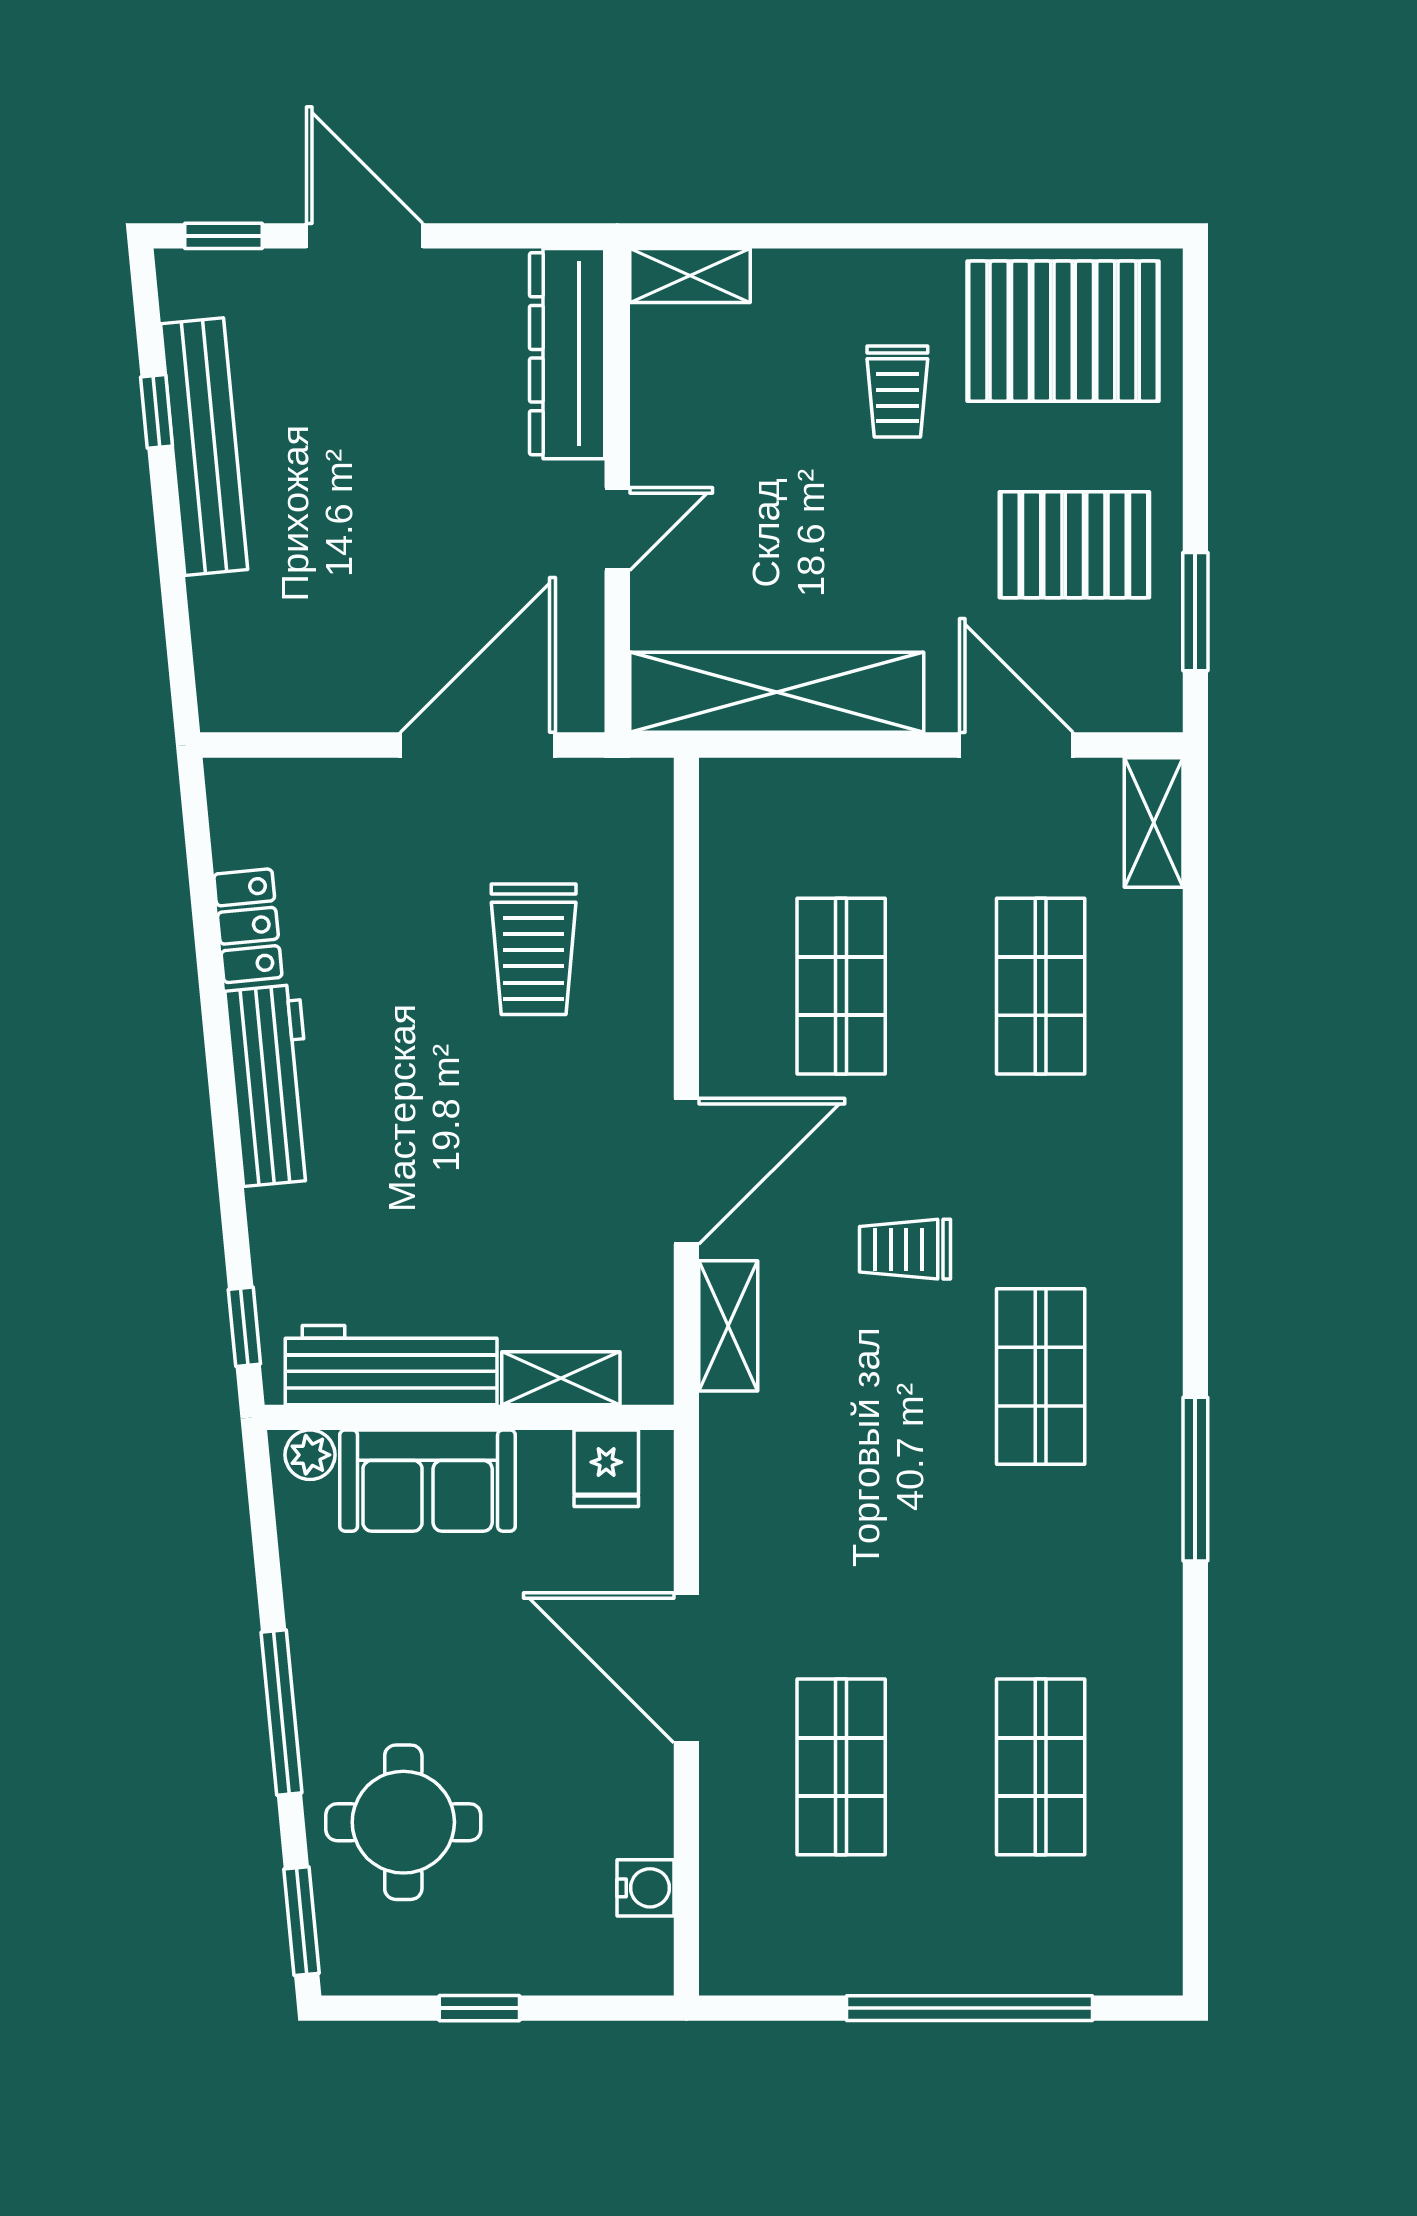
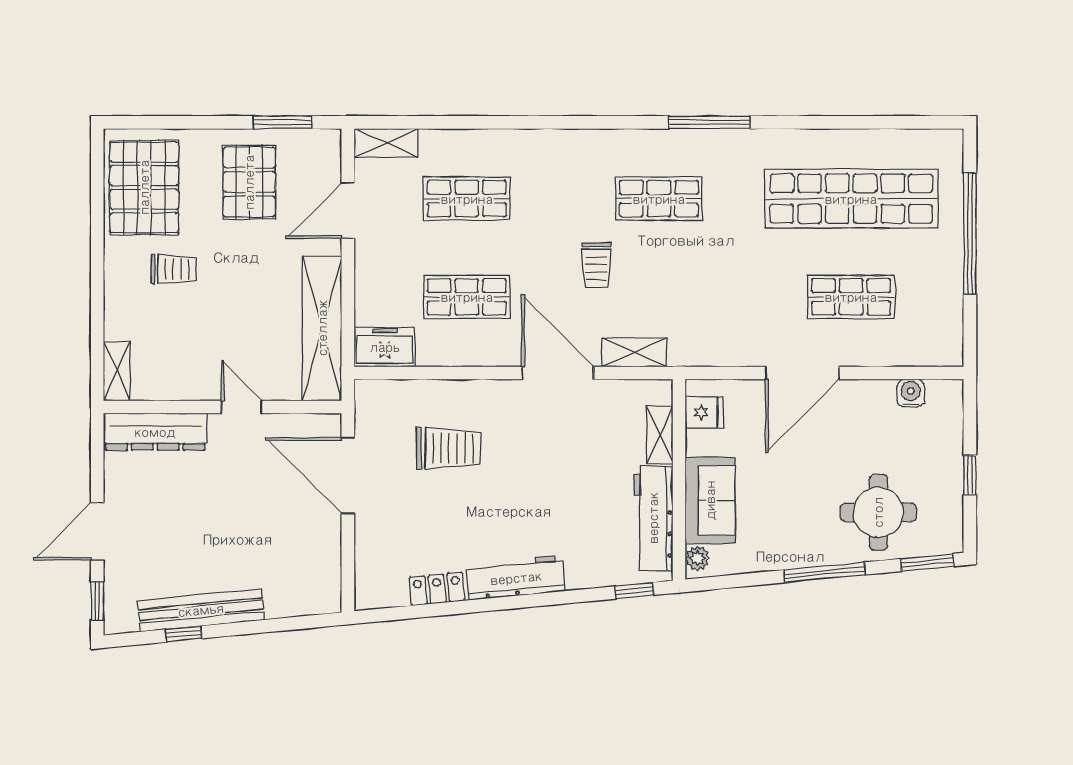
freezer: (739, 820) -> (385, 347), added
shop shelf: (1041, 1767) -> (851, 199), width x2.00, depth x1.36

